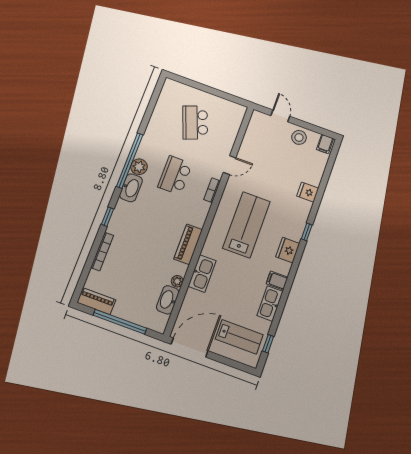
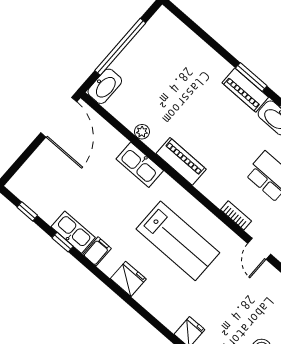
window: (107, 217) -> (251, 77), width x1.50
window: (307, 232) -> (62, 242), moved
bookcase: (102, 252) -> (212, 56), removed
washbasin: (168, 300) -> (105, 86), moved, turned 90
piano: (96, 301) -> (245, 90), moved, turned 90
lab bench: (239, 337) -> (48, 180), removed

